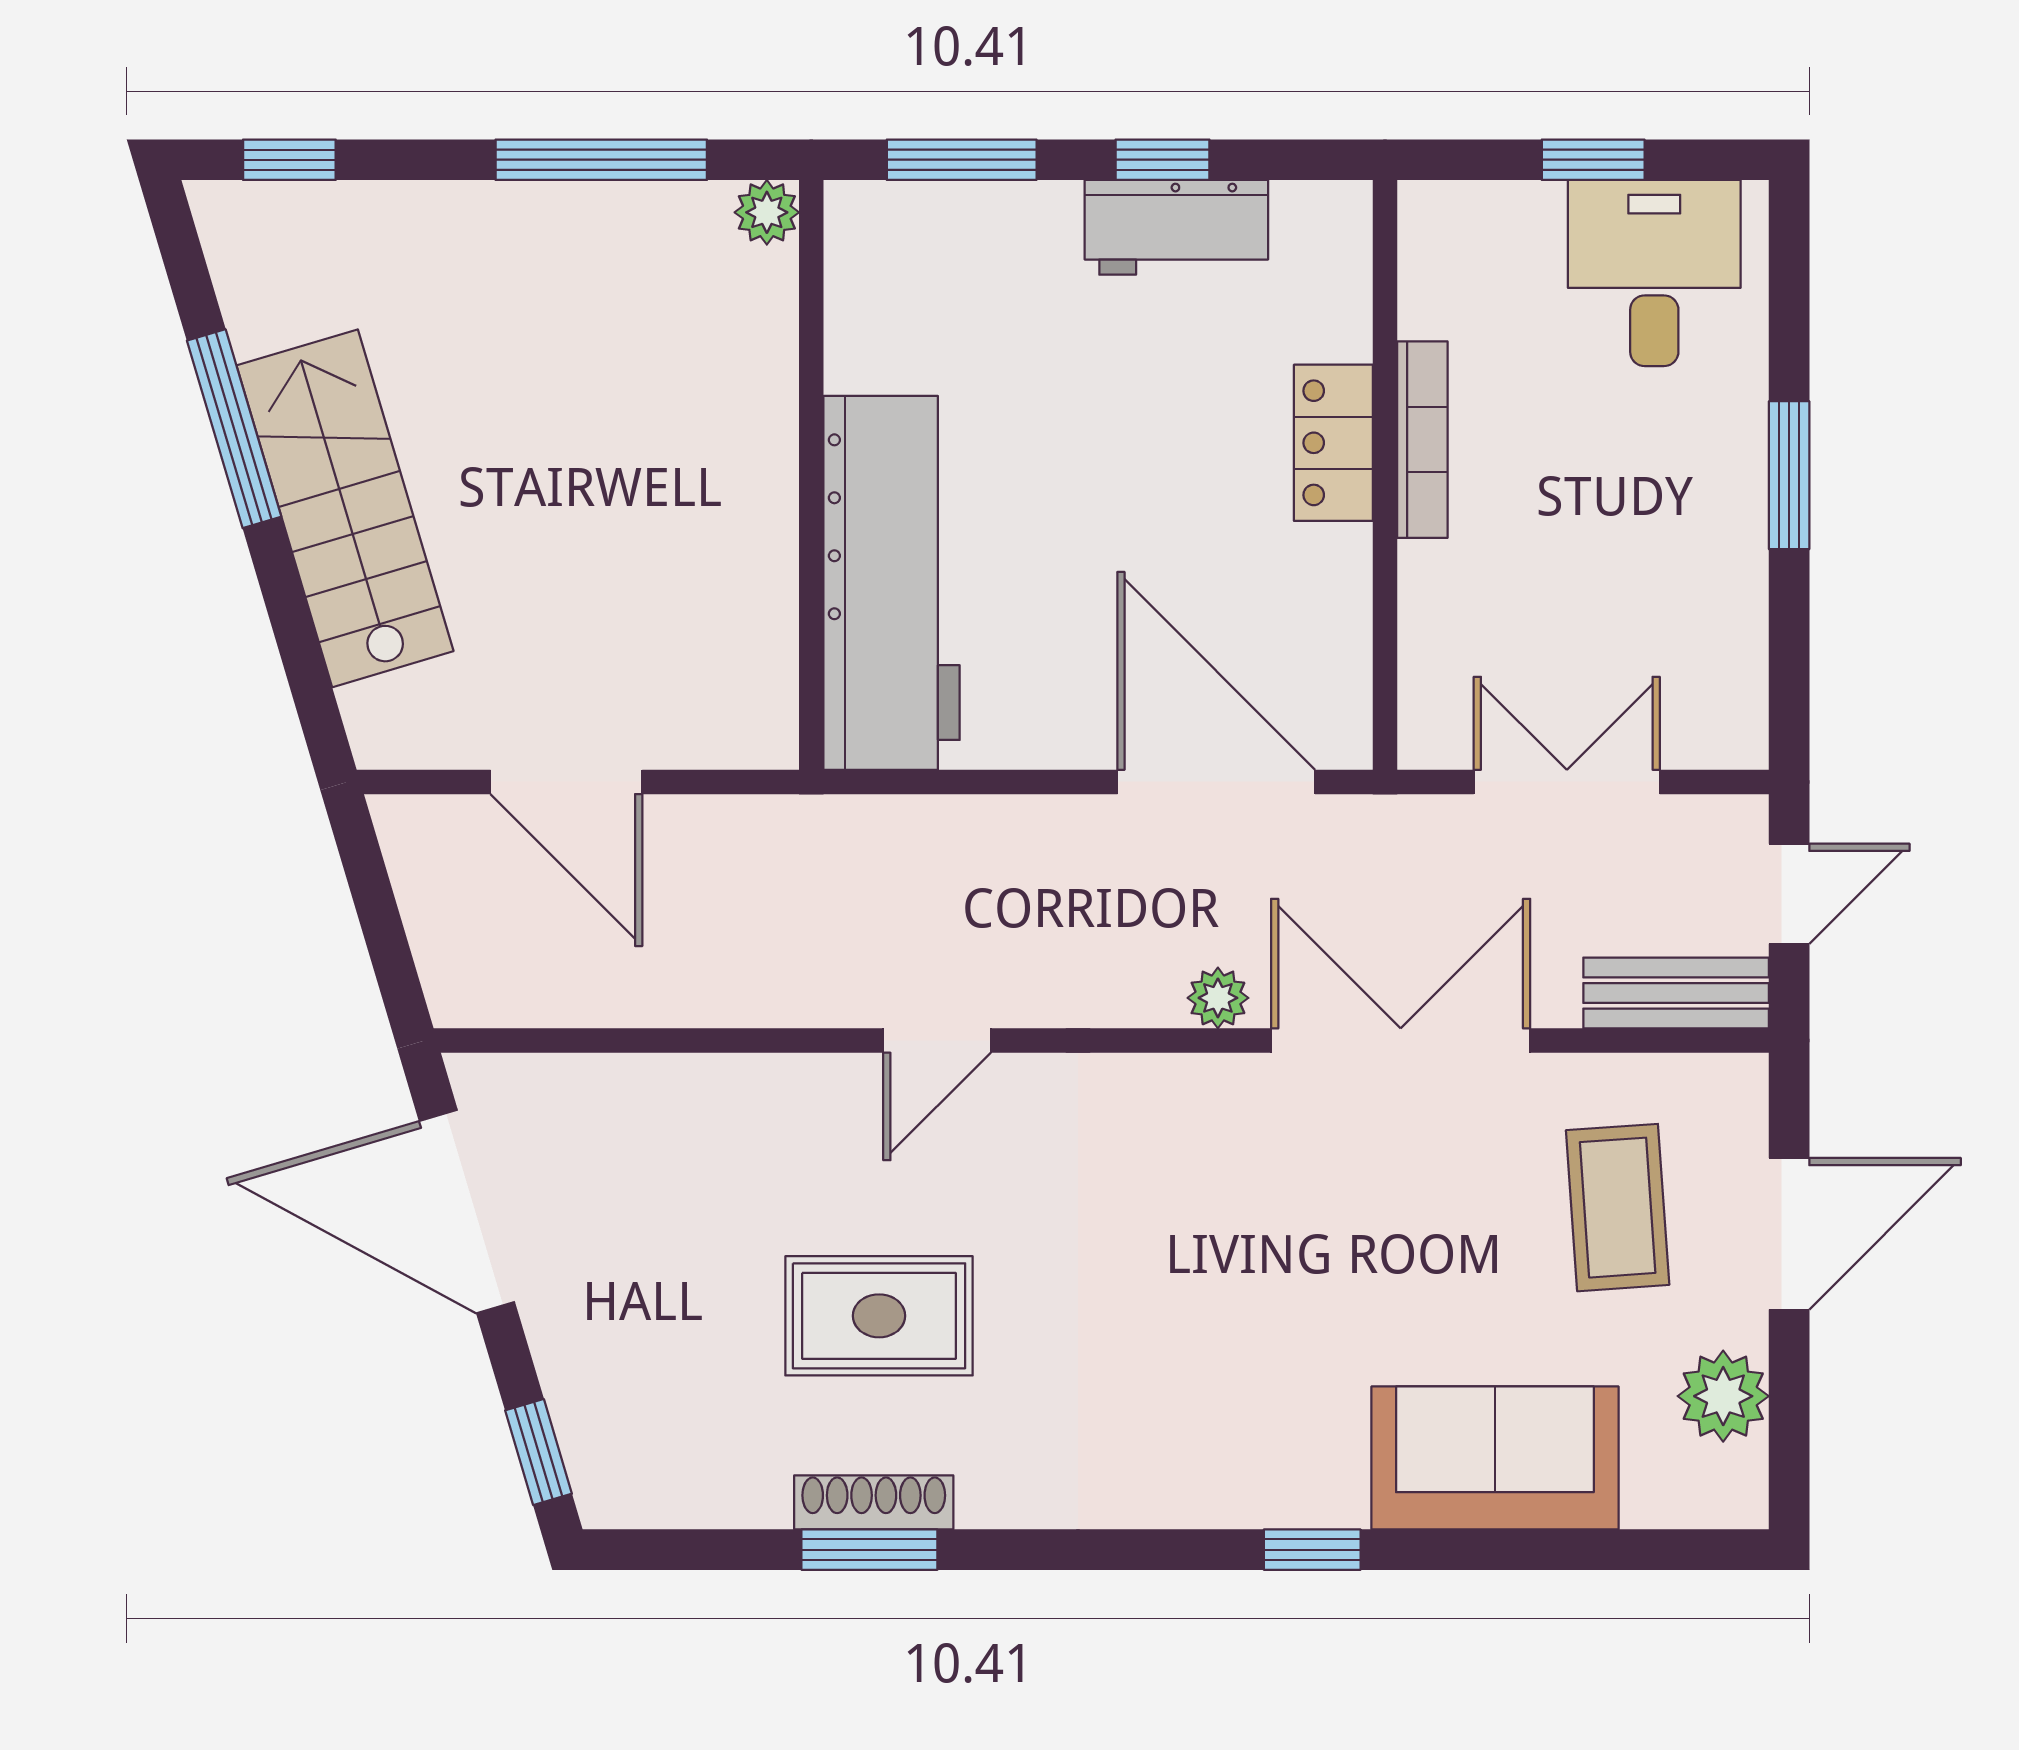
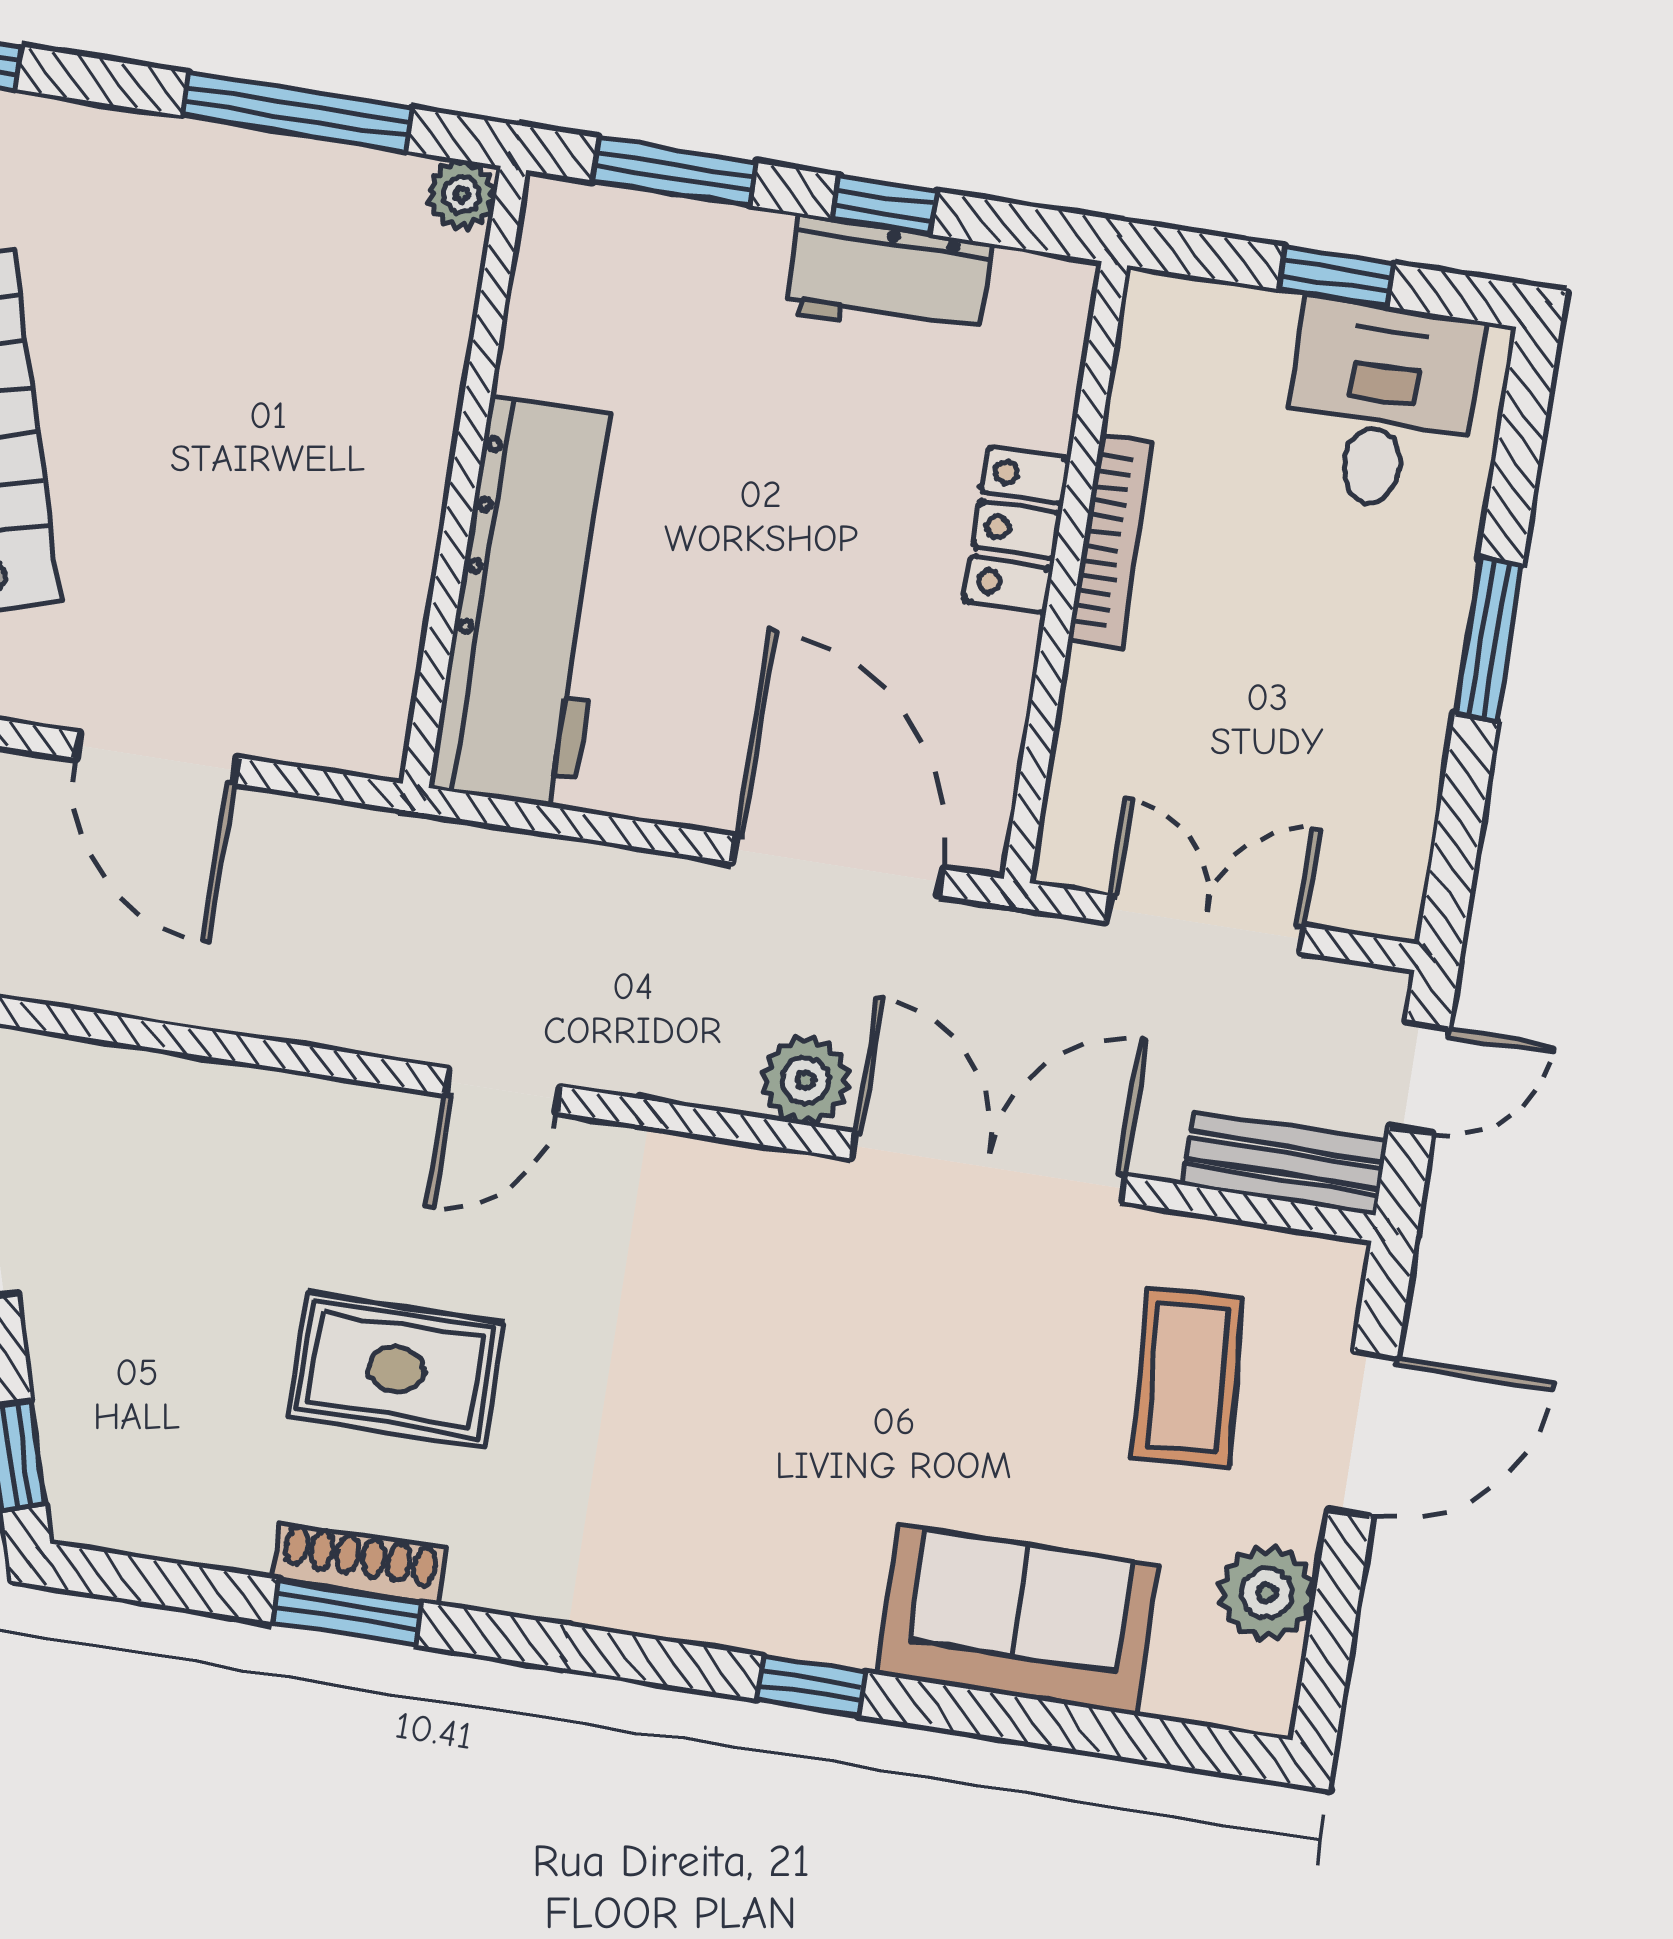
plant: (1218, 998) -> (806, 1080), width x1.38, depth x1.38

